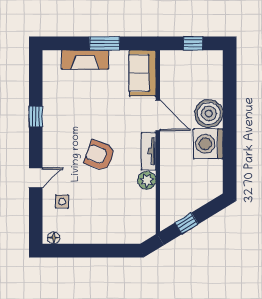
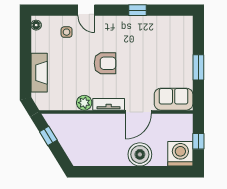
fireplace: (85, 60) -> (39, 73), moved, turned 180
washing machine: (208, 144) -> (180, 154), moved
armchair: (99, 155) -> (105, 63), turned 70

